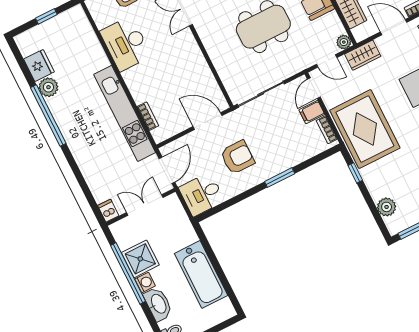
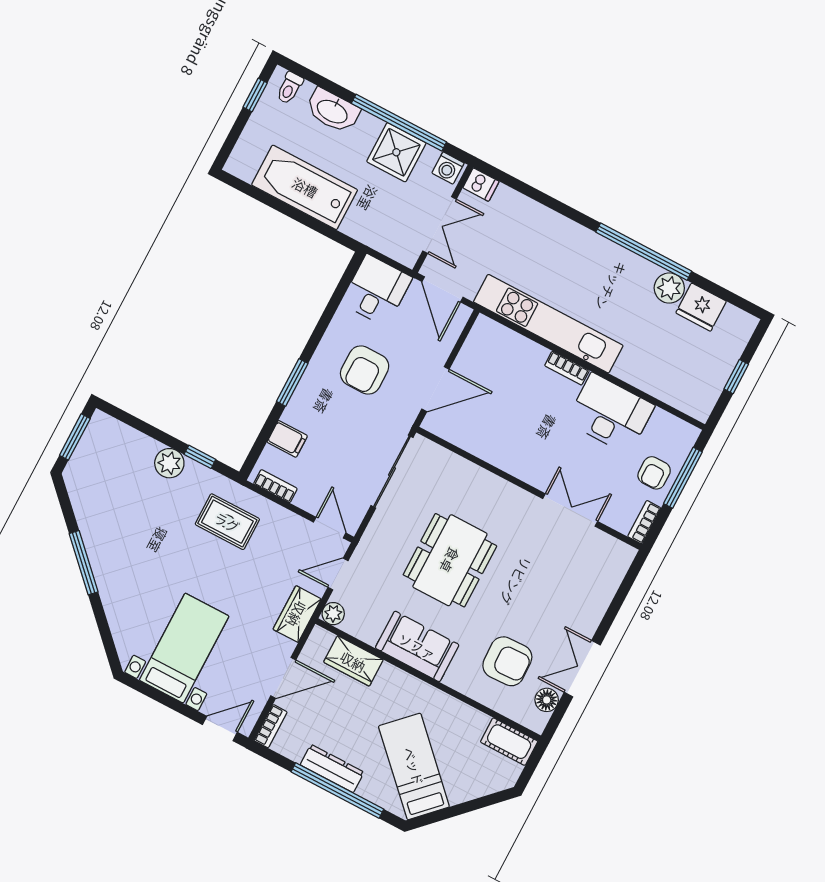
filing cabinet: (312, 112) -> (287, 439), moved, turned 90
bookcase: (148, 116) -> (567, 368), moved
rug: (365, 129) -> (227, 522), width x0.54, depth x0.49
plant: (387, 207) -> (169, 463), moved
washing machine: (145, 283) -> (448, 168), moved

